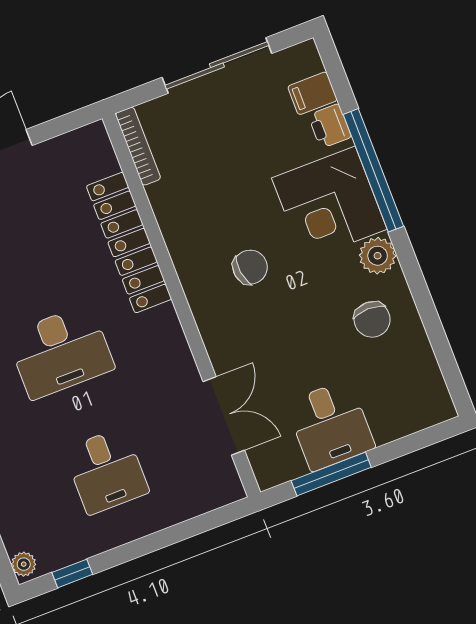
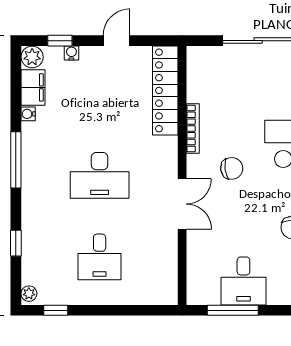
bookcase: (138, 146) -> (193, 128), moved
locker: (129, 243) -> (165, 90), moved
double door: (224, 416) -> (182, 204), moved

